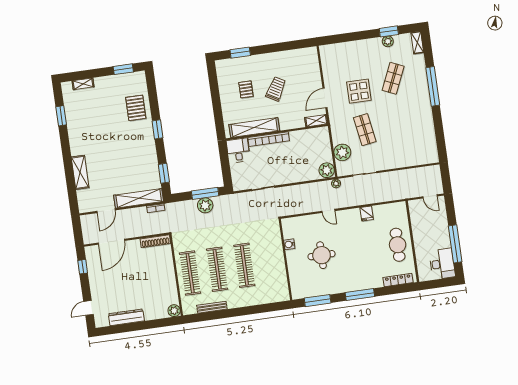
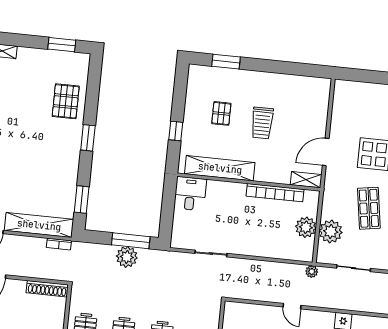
trolley: (276, 89) -> (262, 123), turned 150
window: (217, 109) -> (176, 131), added
bookcase: (269, 139) -> (275, 193), moved
plant: (327, 170) -> (306, 227), moved

